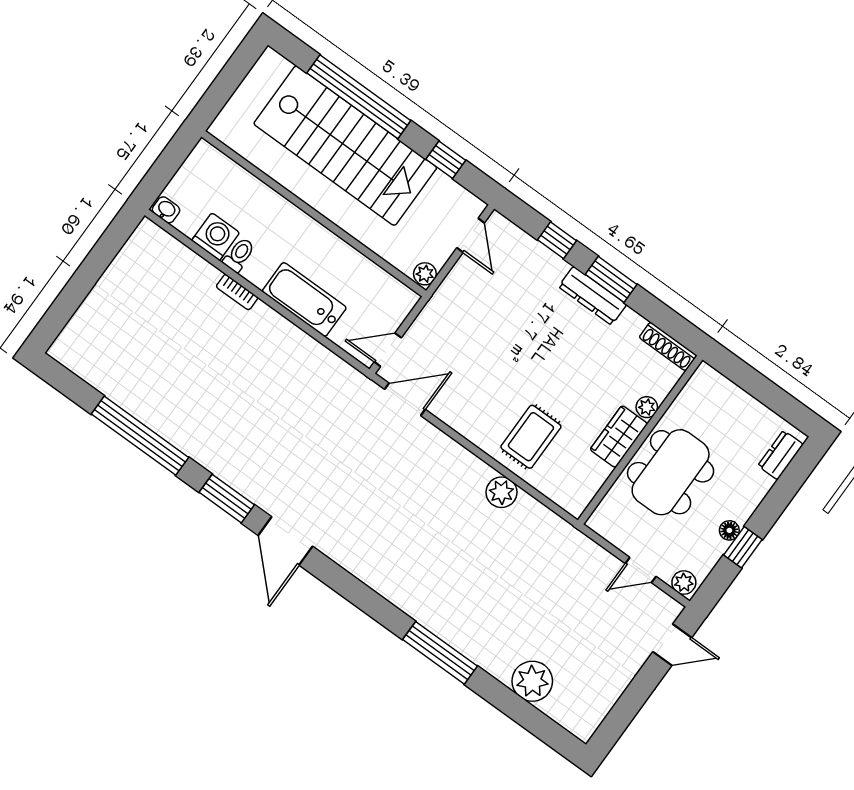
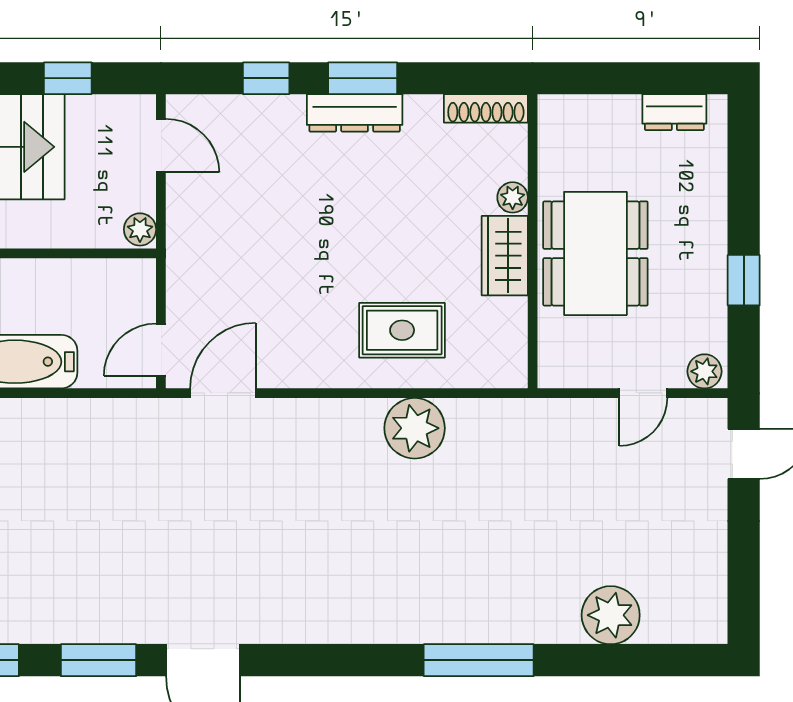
rug: (531, 437) -> (402, 330), turned 90
dresser: (781, 455) -> (674, 112), moved, turned -90
plant: (501, 492) -> (415, 428), width x1.36, depth x1.36
floor lamp: (729, 530) -> (714, 272), removed

